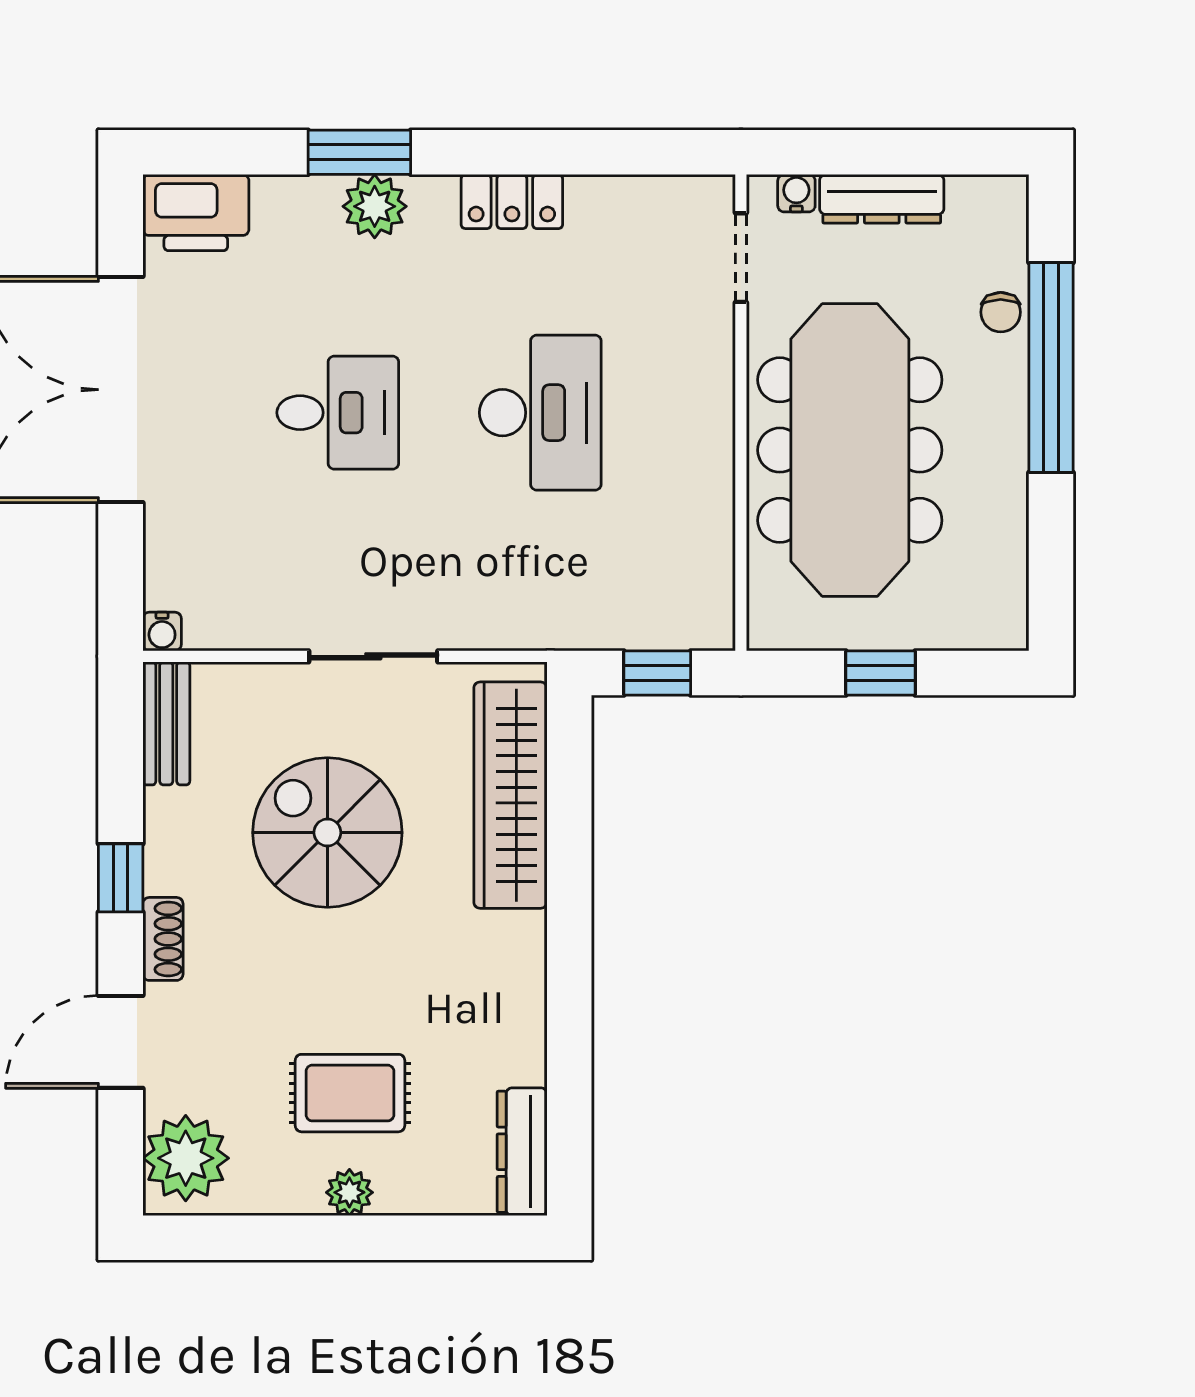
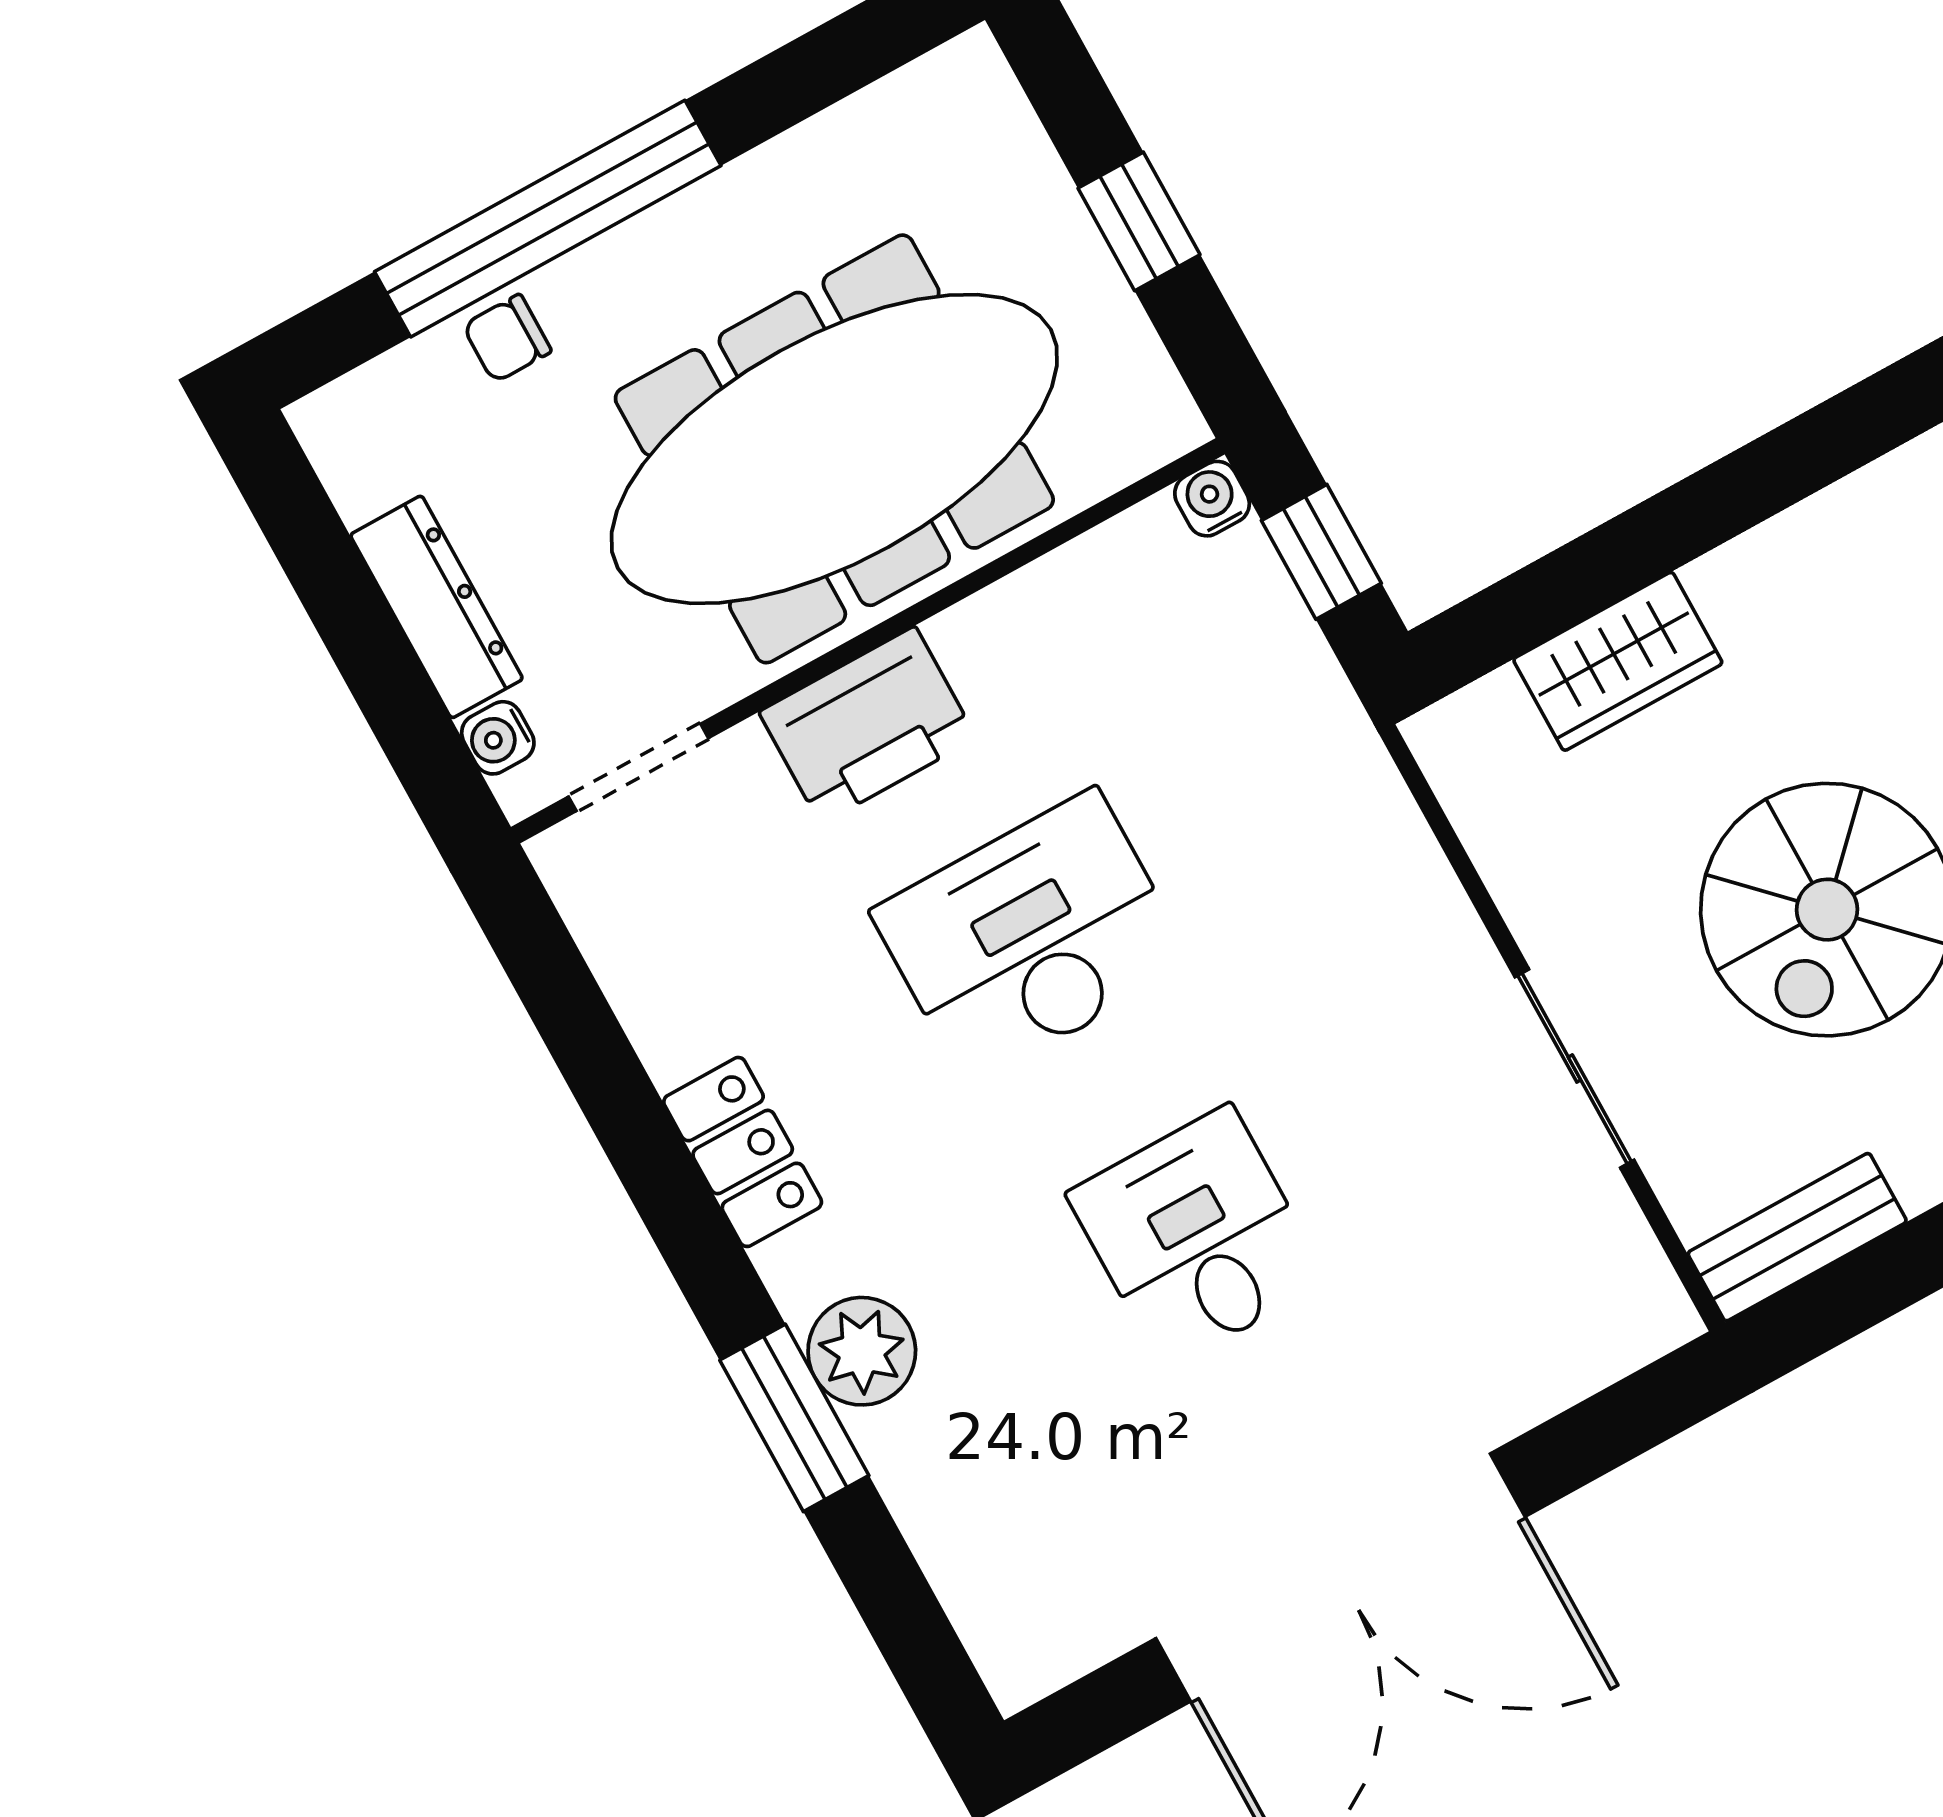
printer: (196, 213) -> (868, 725), moved, turned 90
chair: (1001, 312) -> (507, 338), turned 180
water cooler: (162, 631) -> (1212, 499), moved, turned -90
sliding door: (373, 656) -> (1575, 1068), moved
wardrobe: (510, 795) -> (1618, 661), width x0.48, depth x0.85

